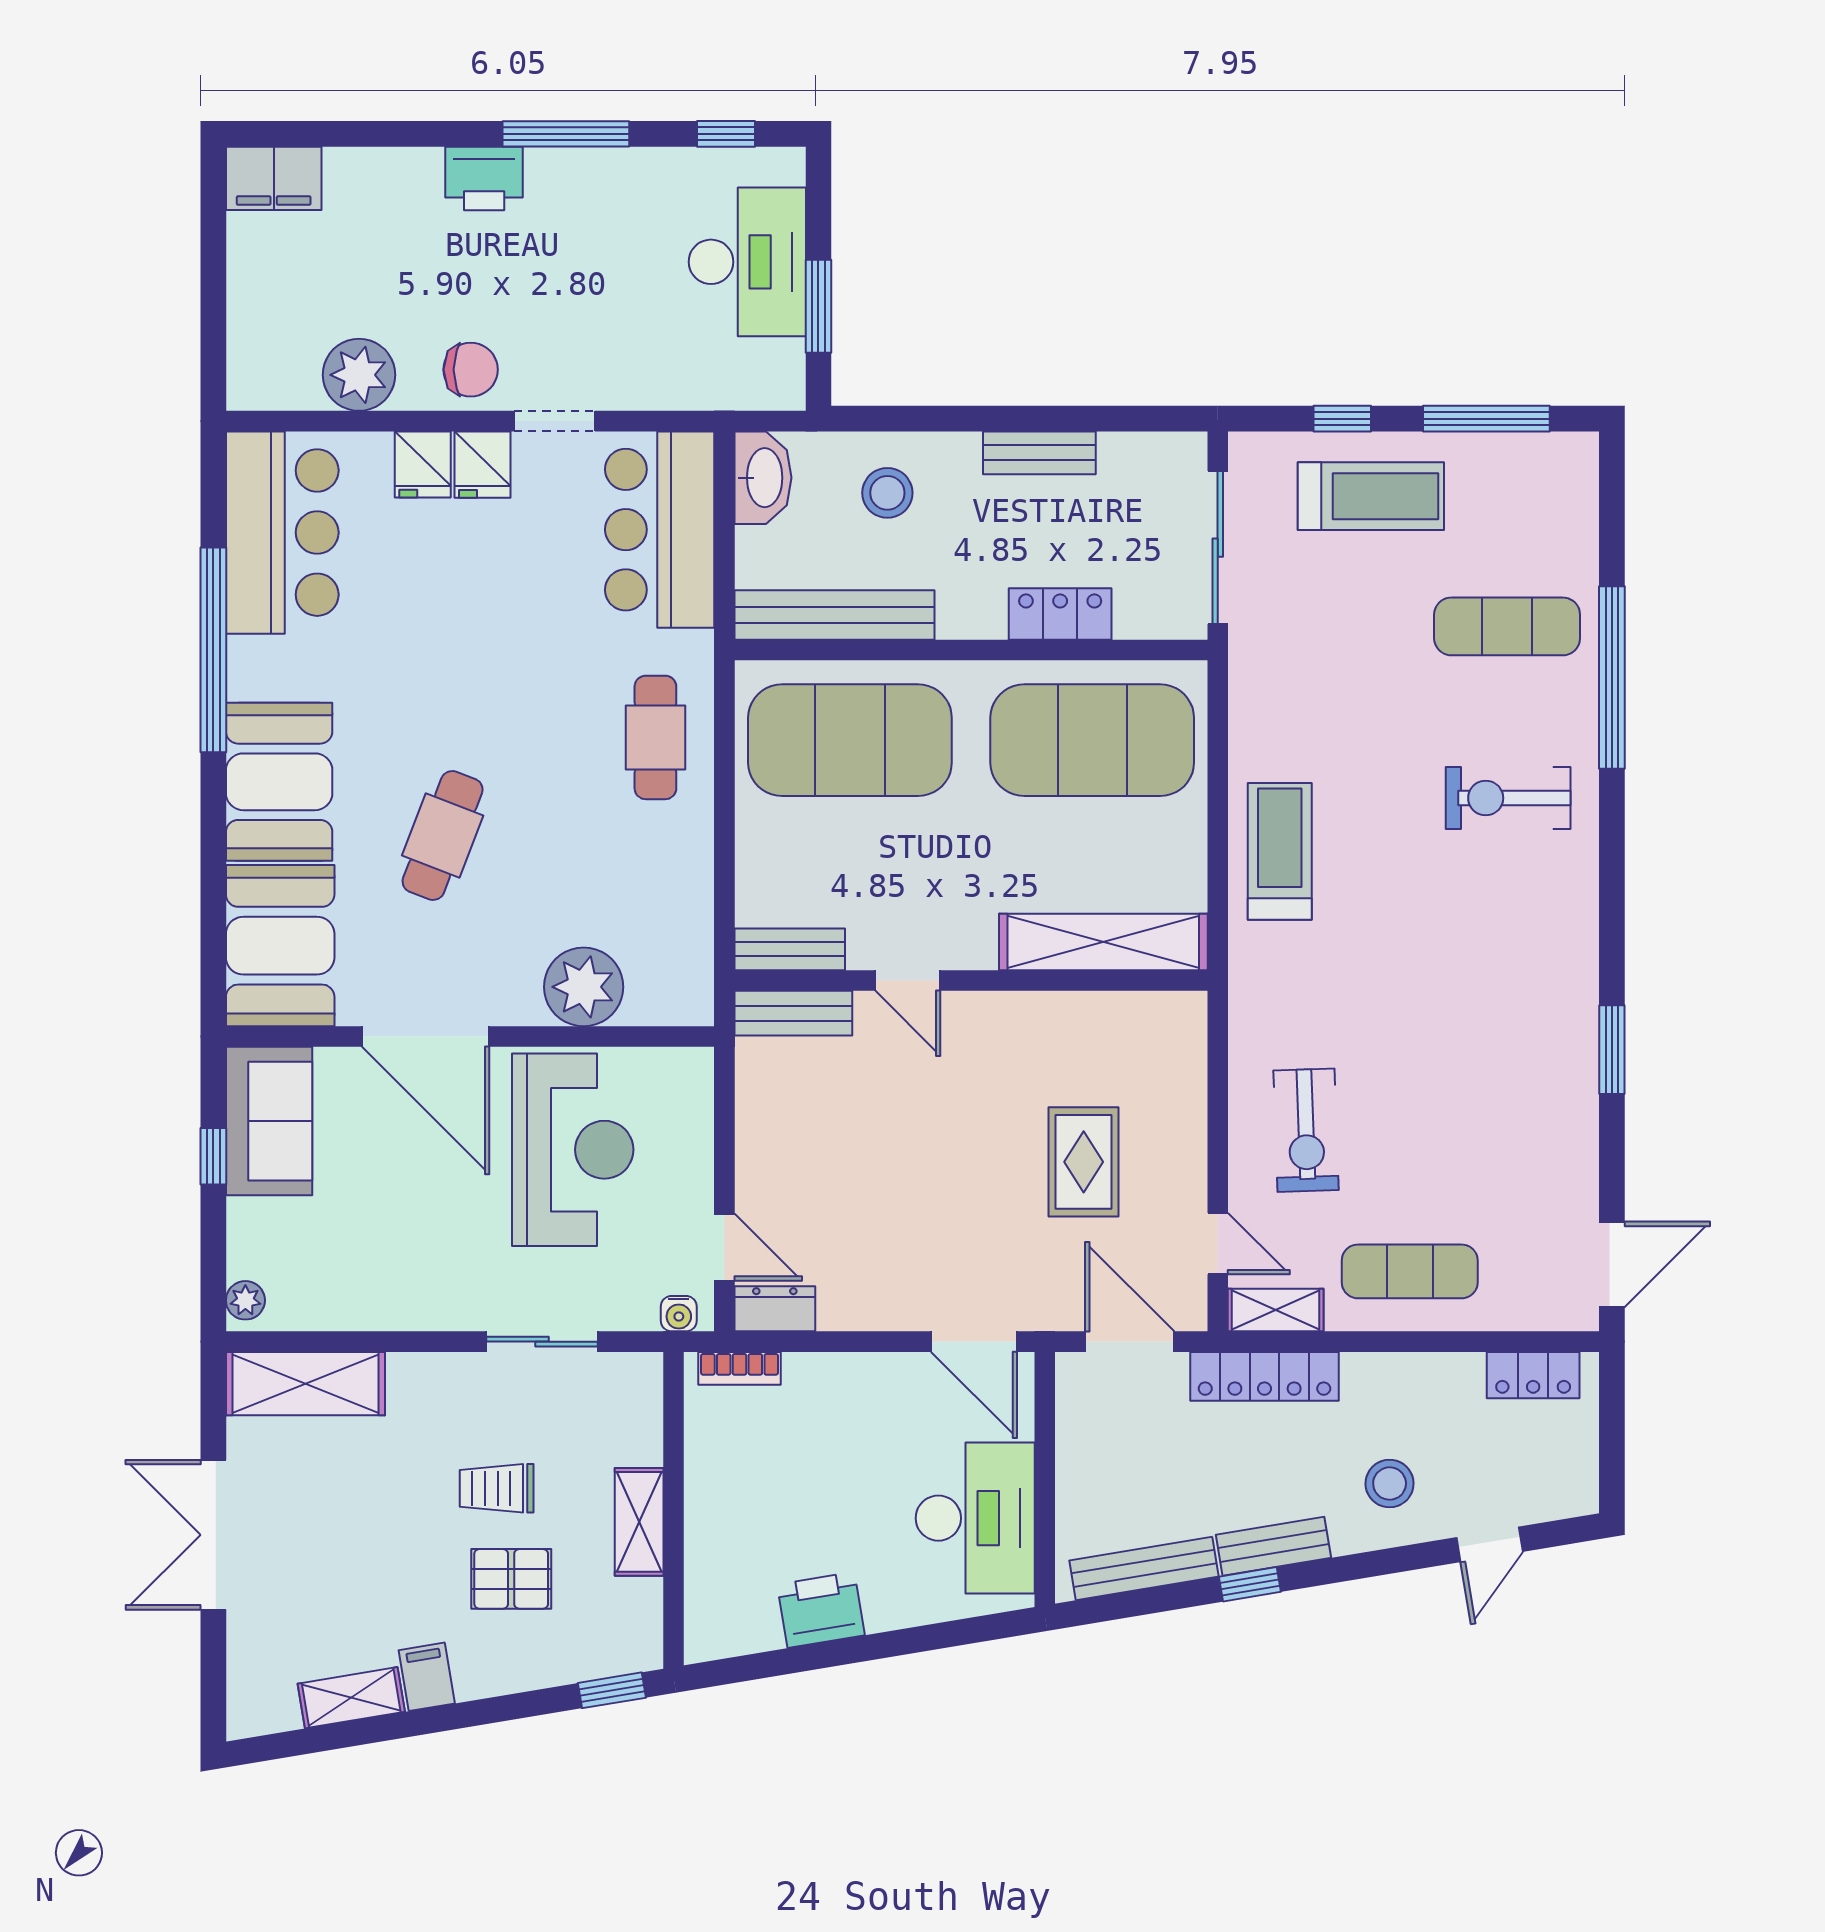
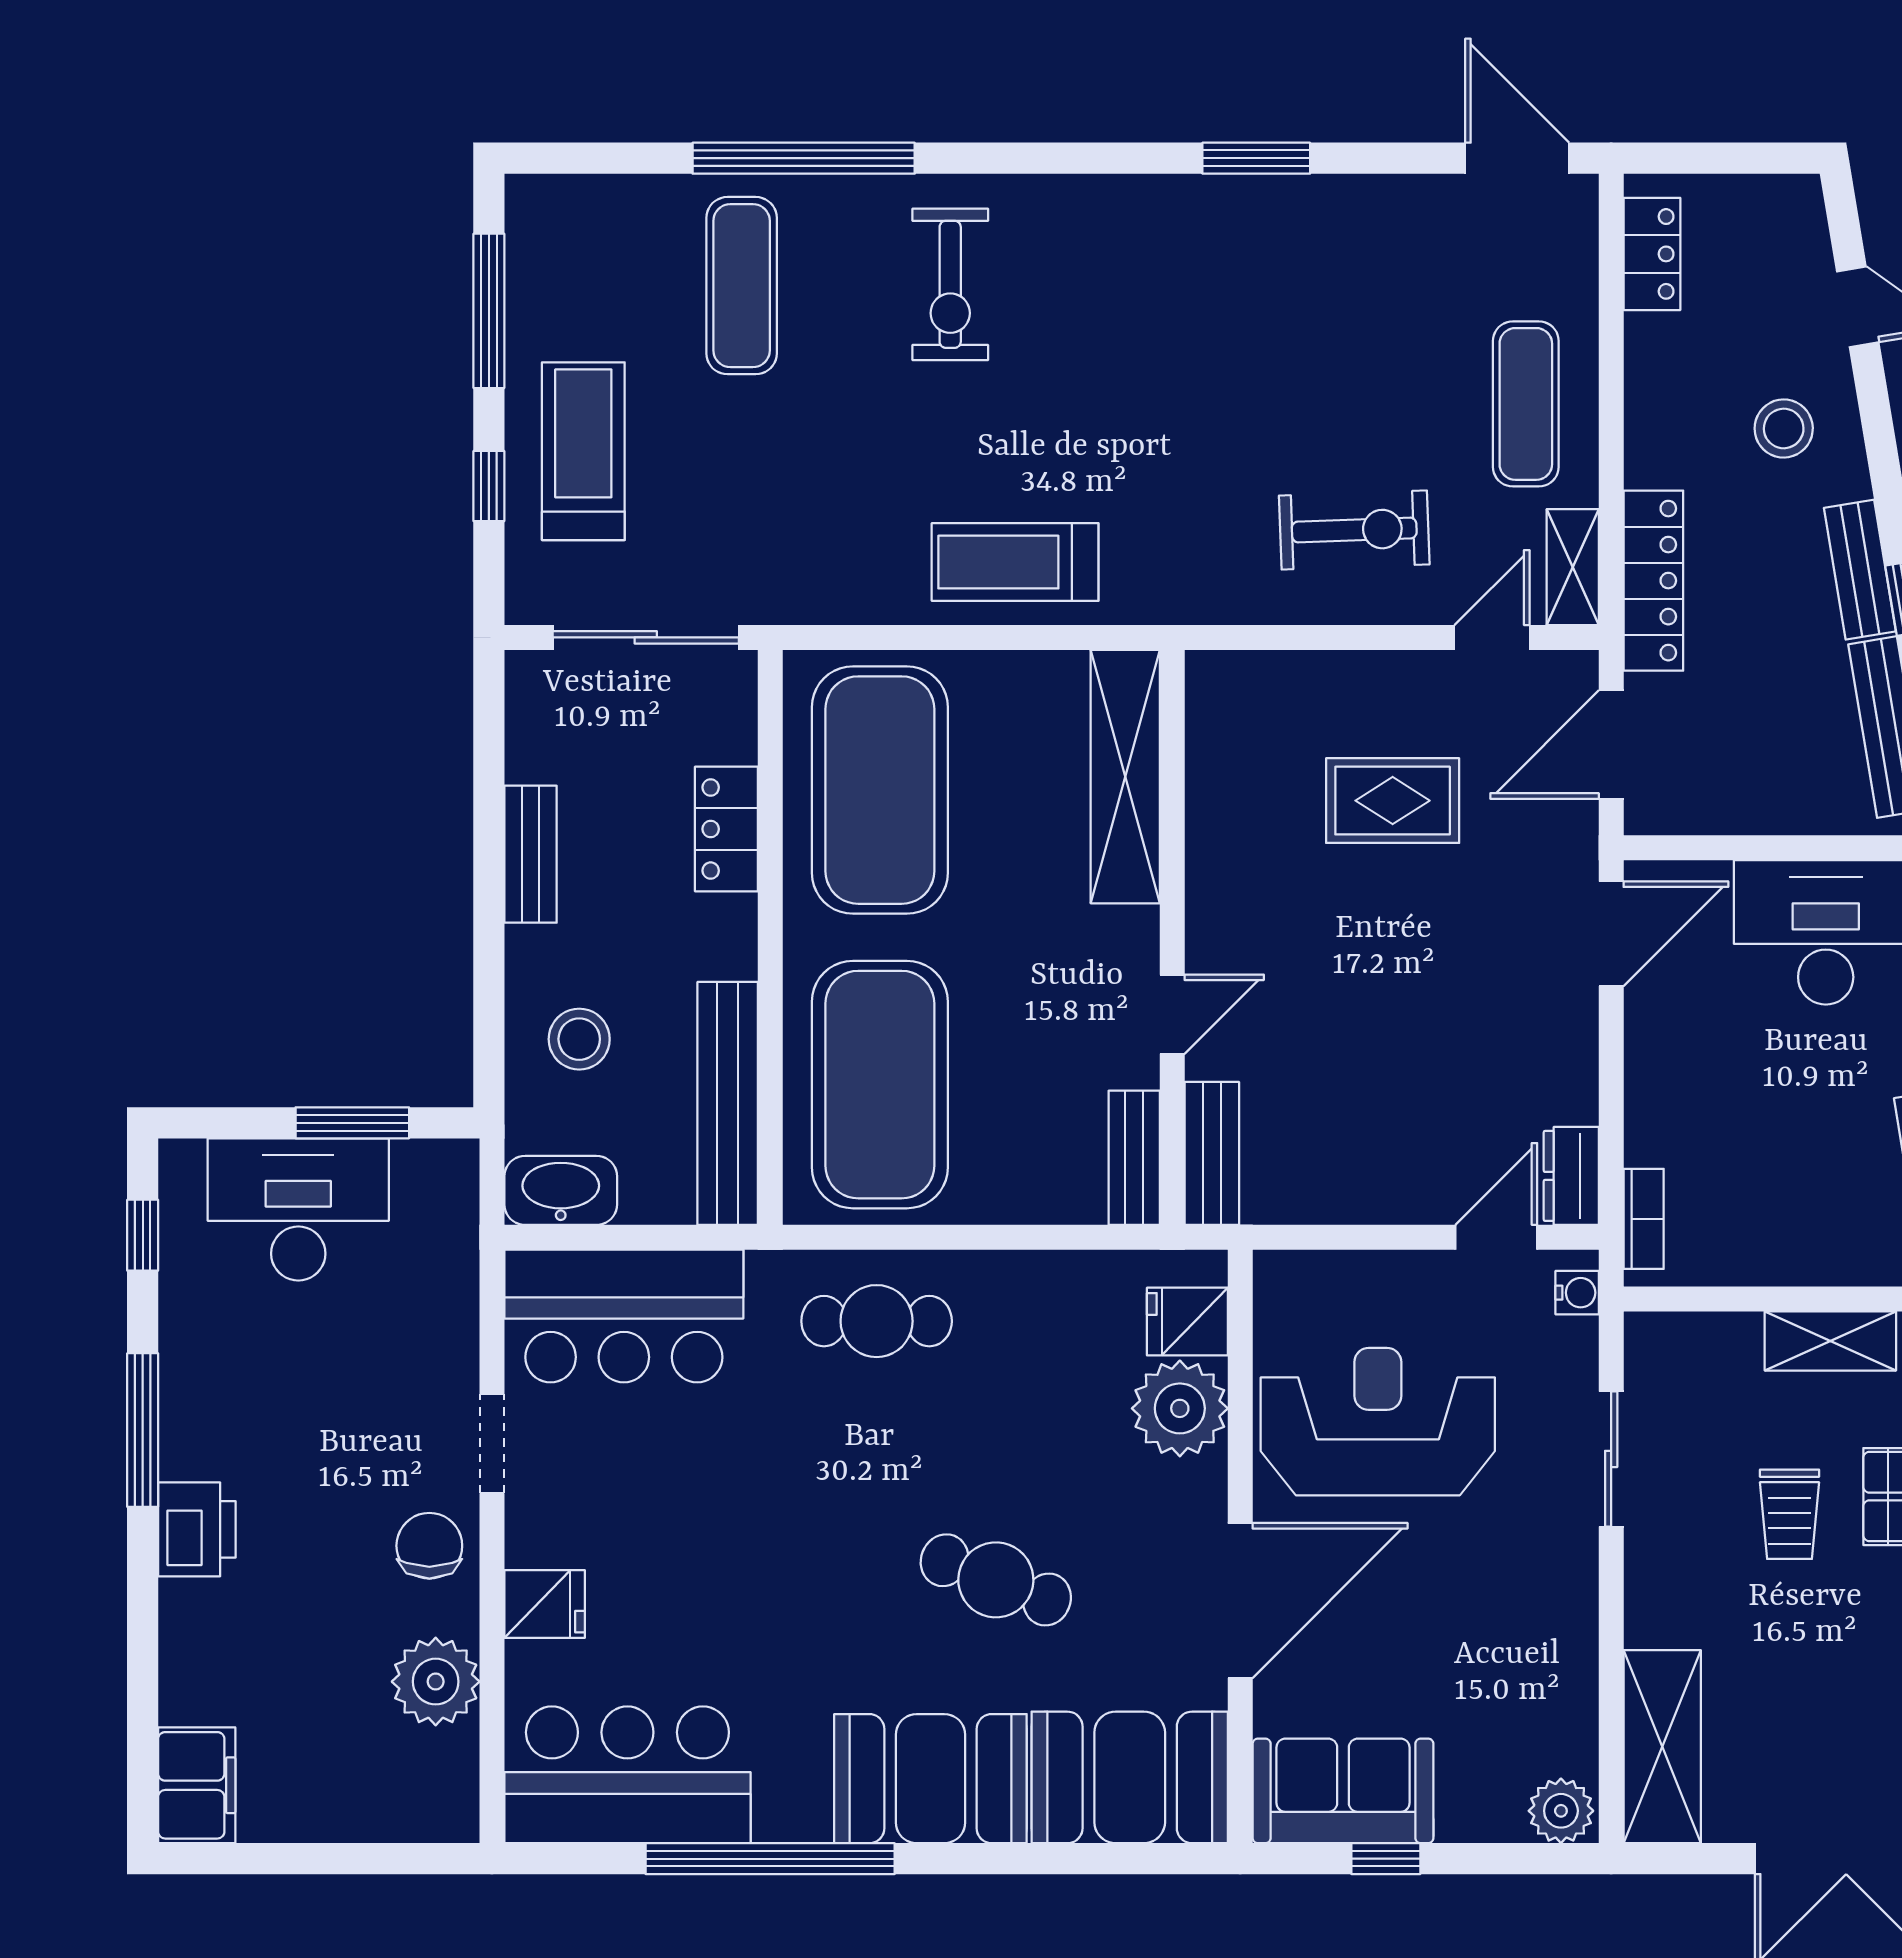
fridge: (482, 465) -> (1187, 1322), moved, turned 180
plant: (245, 1300) -> (1561, 1811), width x1.38, depth x1.38

